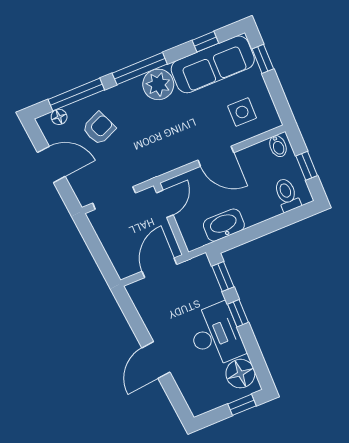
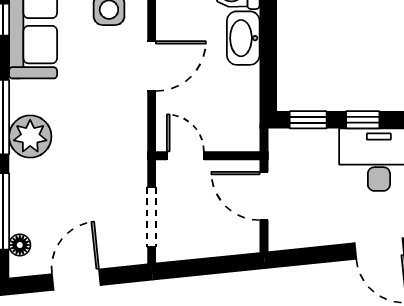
plant: (158, 84) -> (30, 137), moved
armchair: (99, 128) -> (55, 200), removed
washbasin: (224, 225) -> (243, 38), moved

